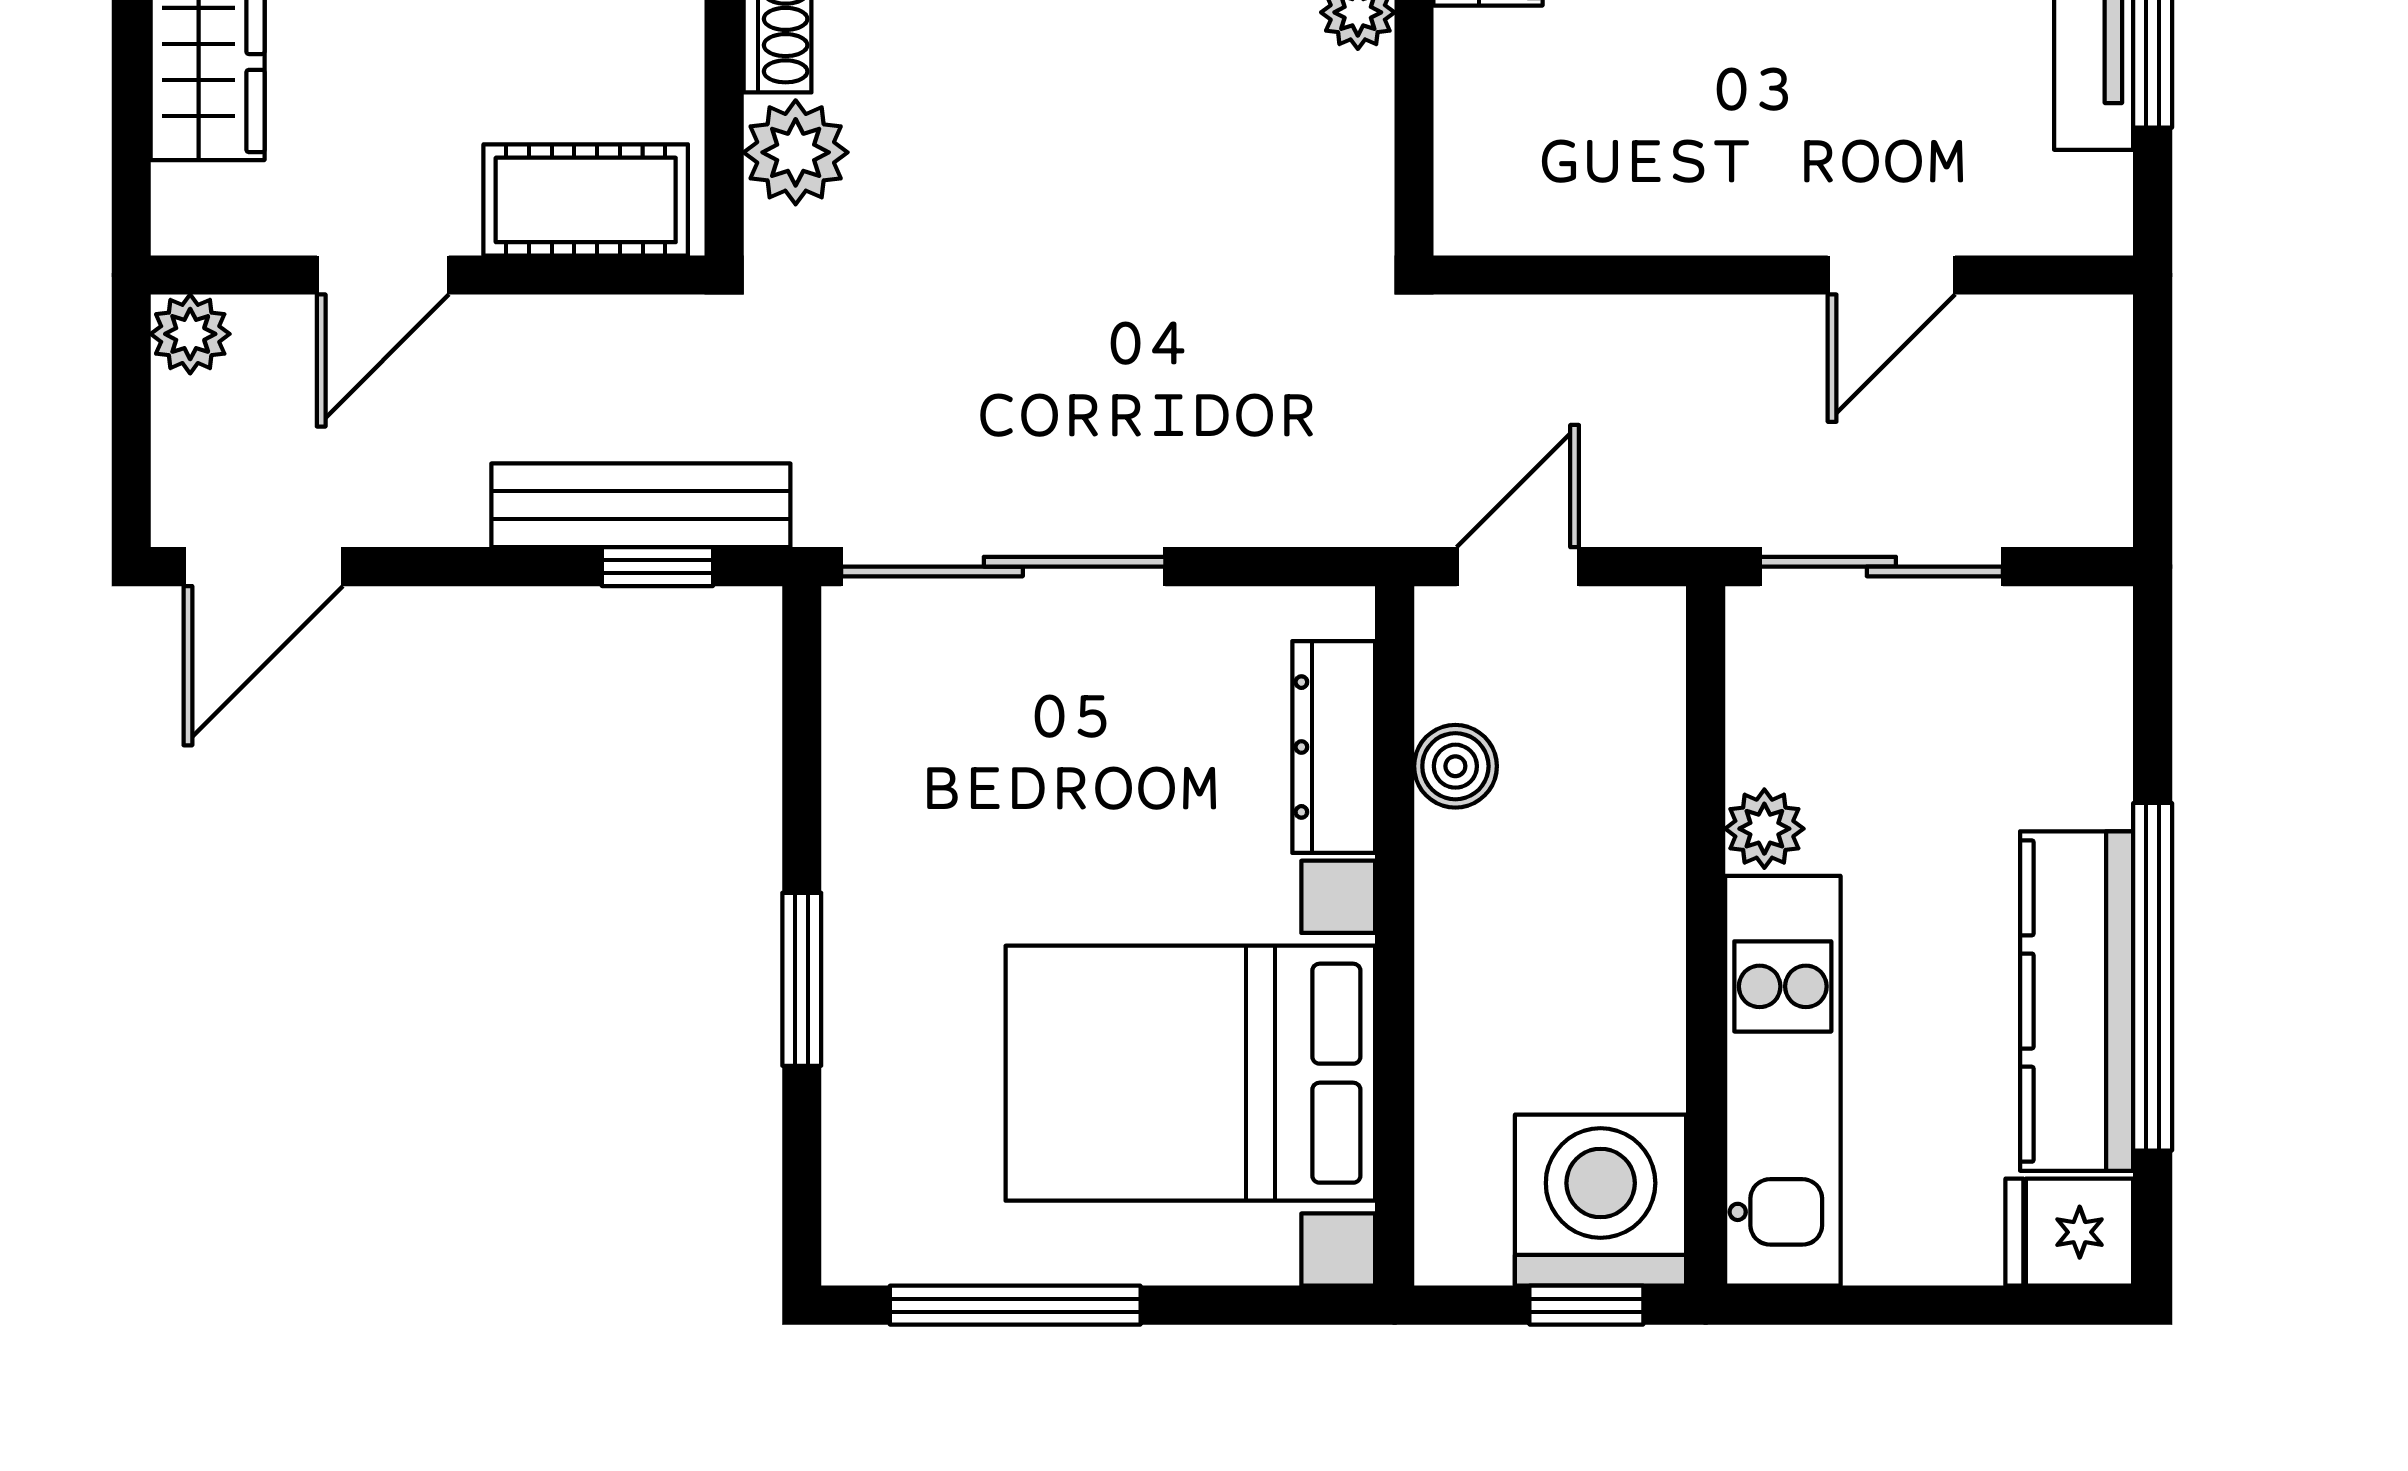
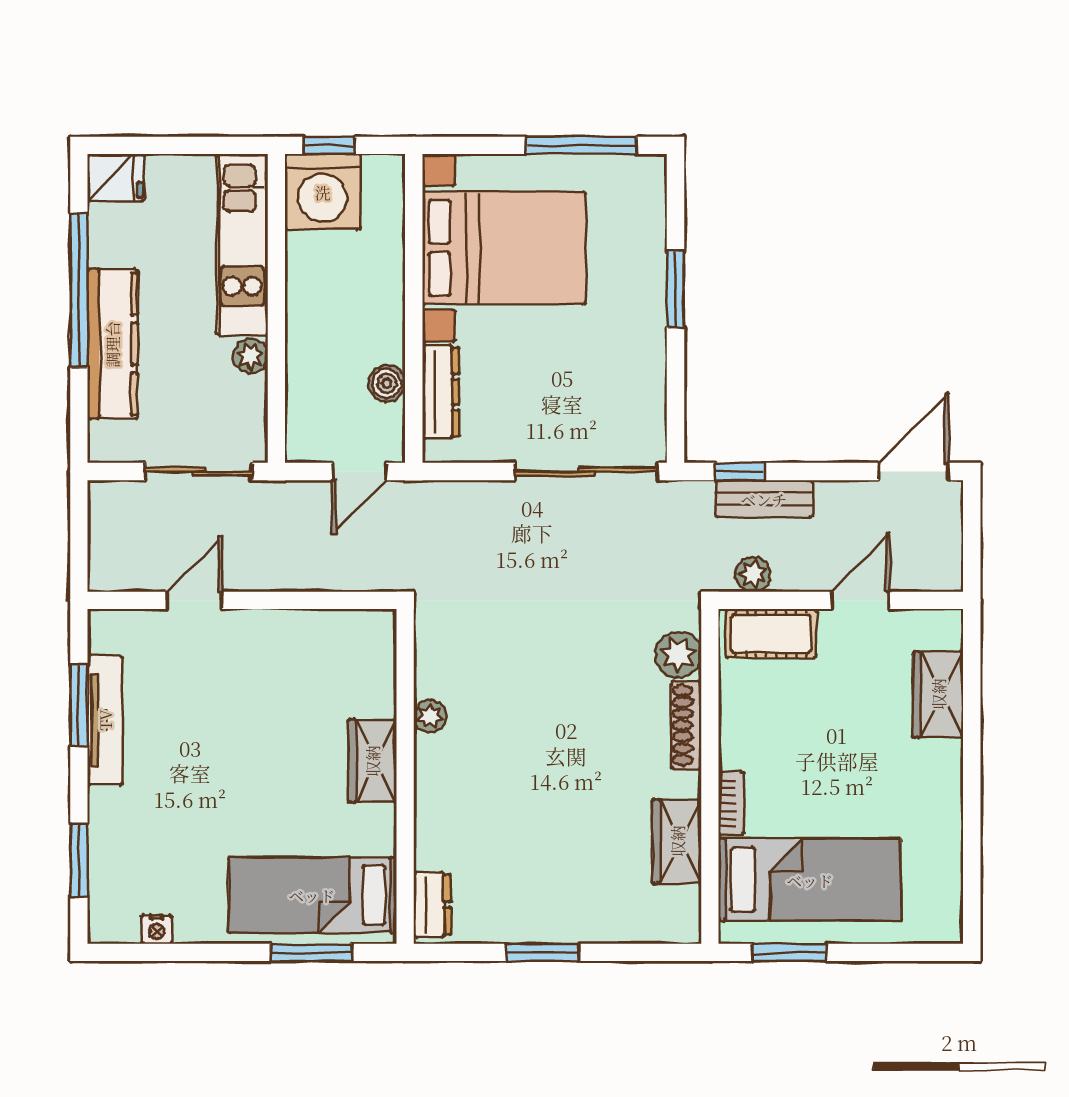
plant: (190, 334) -> (753, 574), moved
bench: (641, 505) -> (764, 499), width x0.73
kitchen counter: (2077, 1001) -> (112, 344), moved

